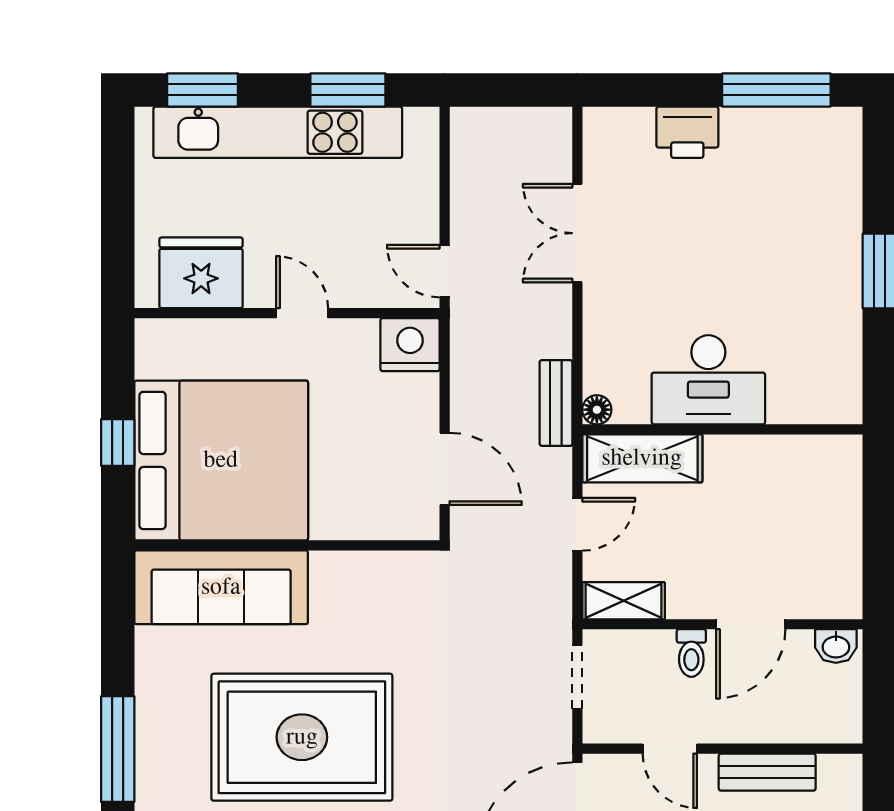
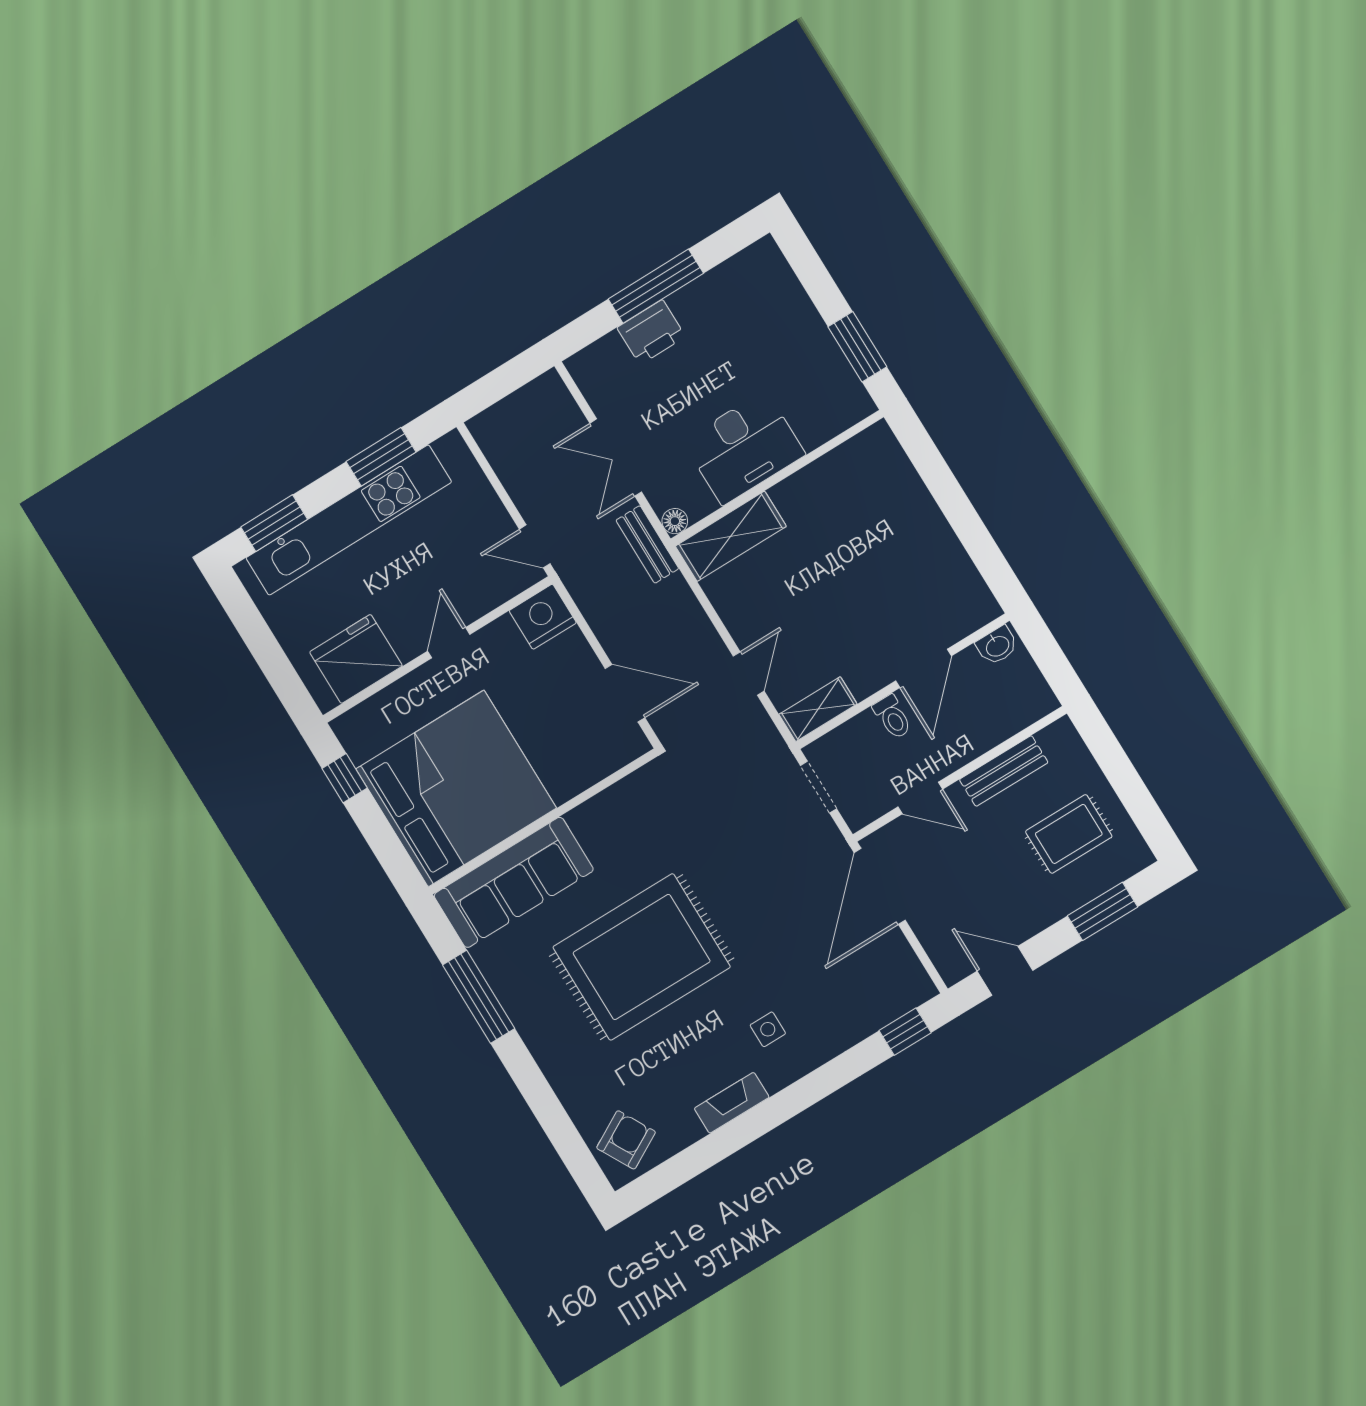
window: (776, 90) -> (656, 286), moved
door: (302, 313) -> (449, 643), hinge flipped
desk: (708, 380) -> (744, 448), moved
bench: (556, 403) -> (647, 544), moved
floor lamp: (597, 410) -> (675, 521), moved
wall: (722, 429) -> (777, 478), moved
window: (118, 442) -> (345, 778), moved
shelving: (642, 458) -> (731, 536), moved
window: (118, 749) -> (479, 997), moved

